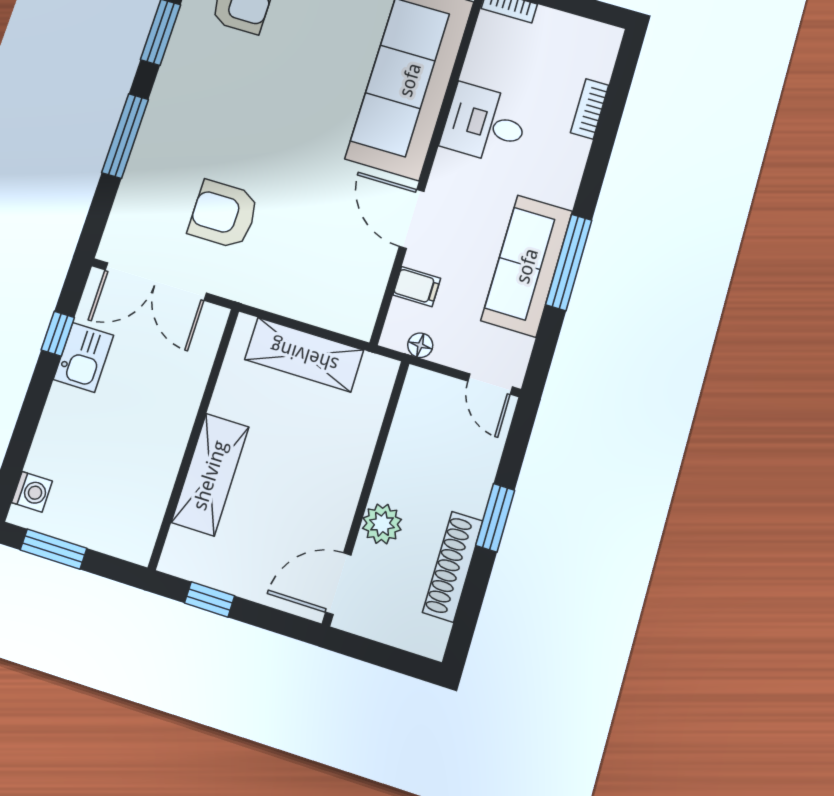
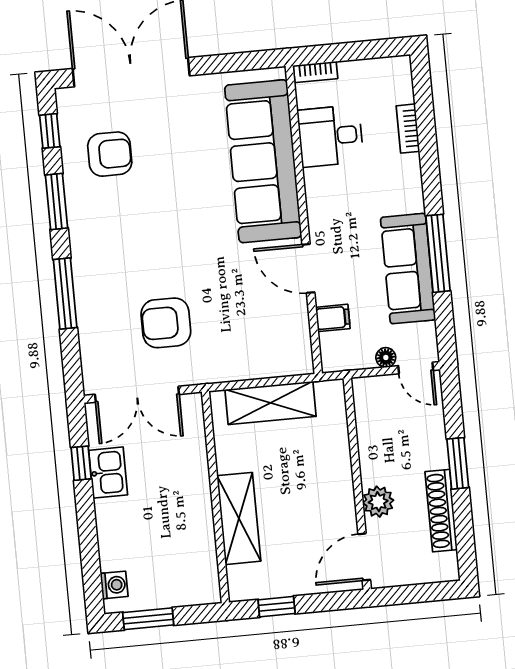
desk: (485, 124) -> (330, 136), moved
floor lamp: (420, 345) -> (386, 358), moved

